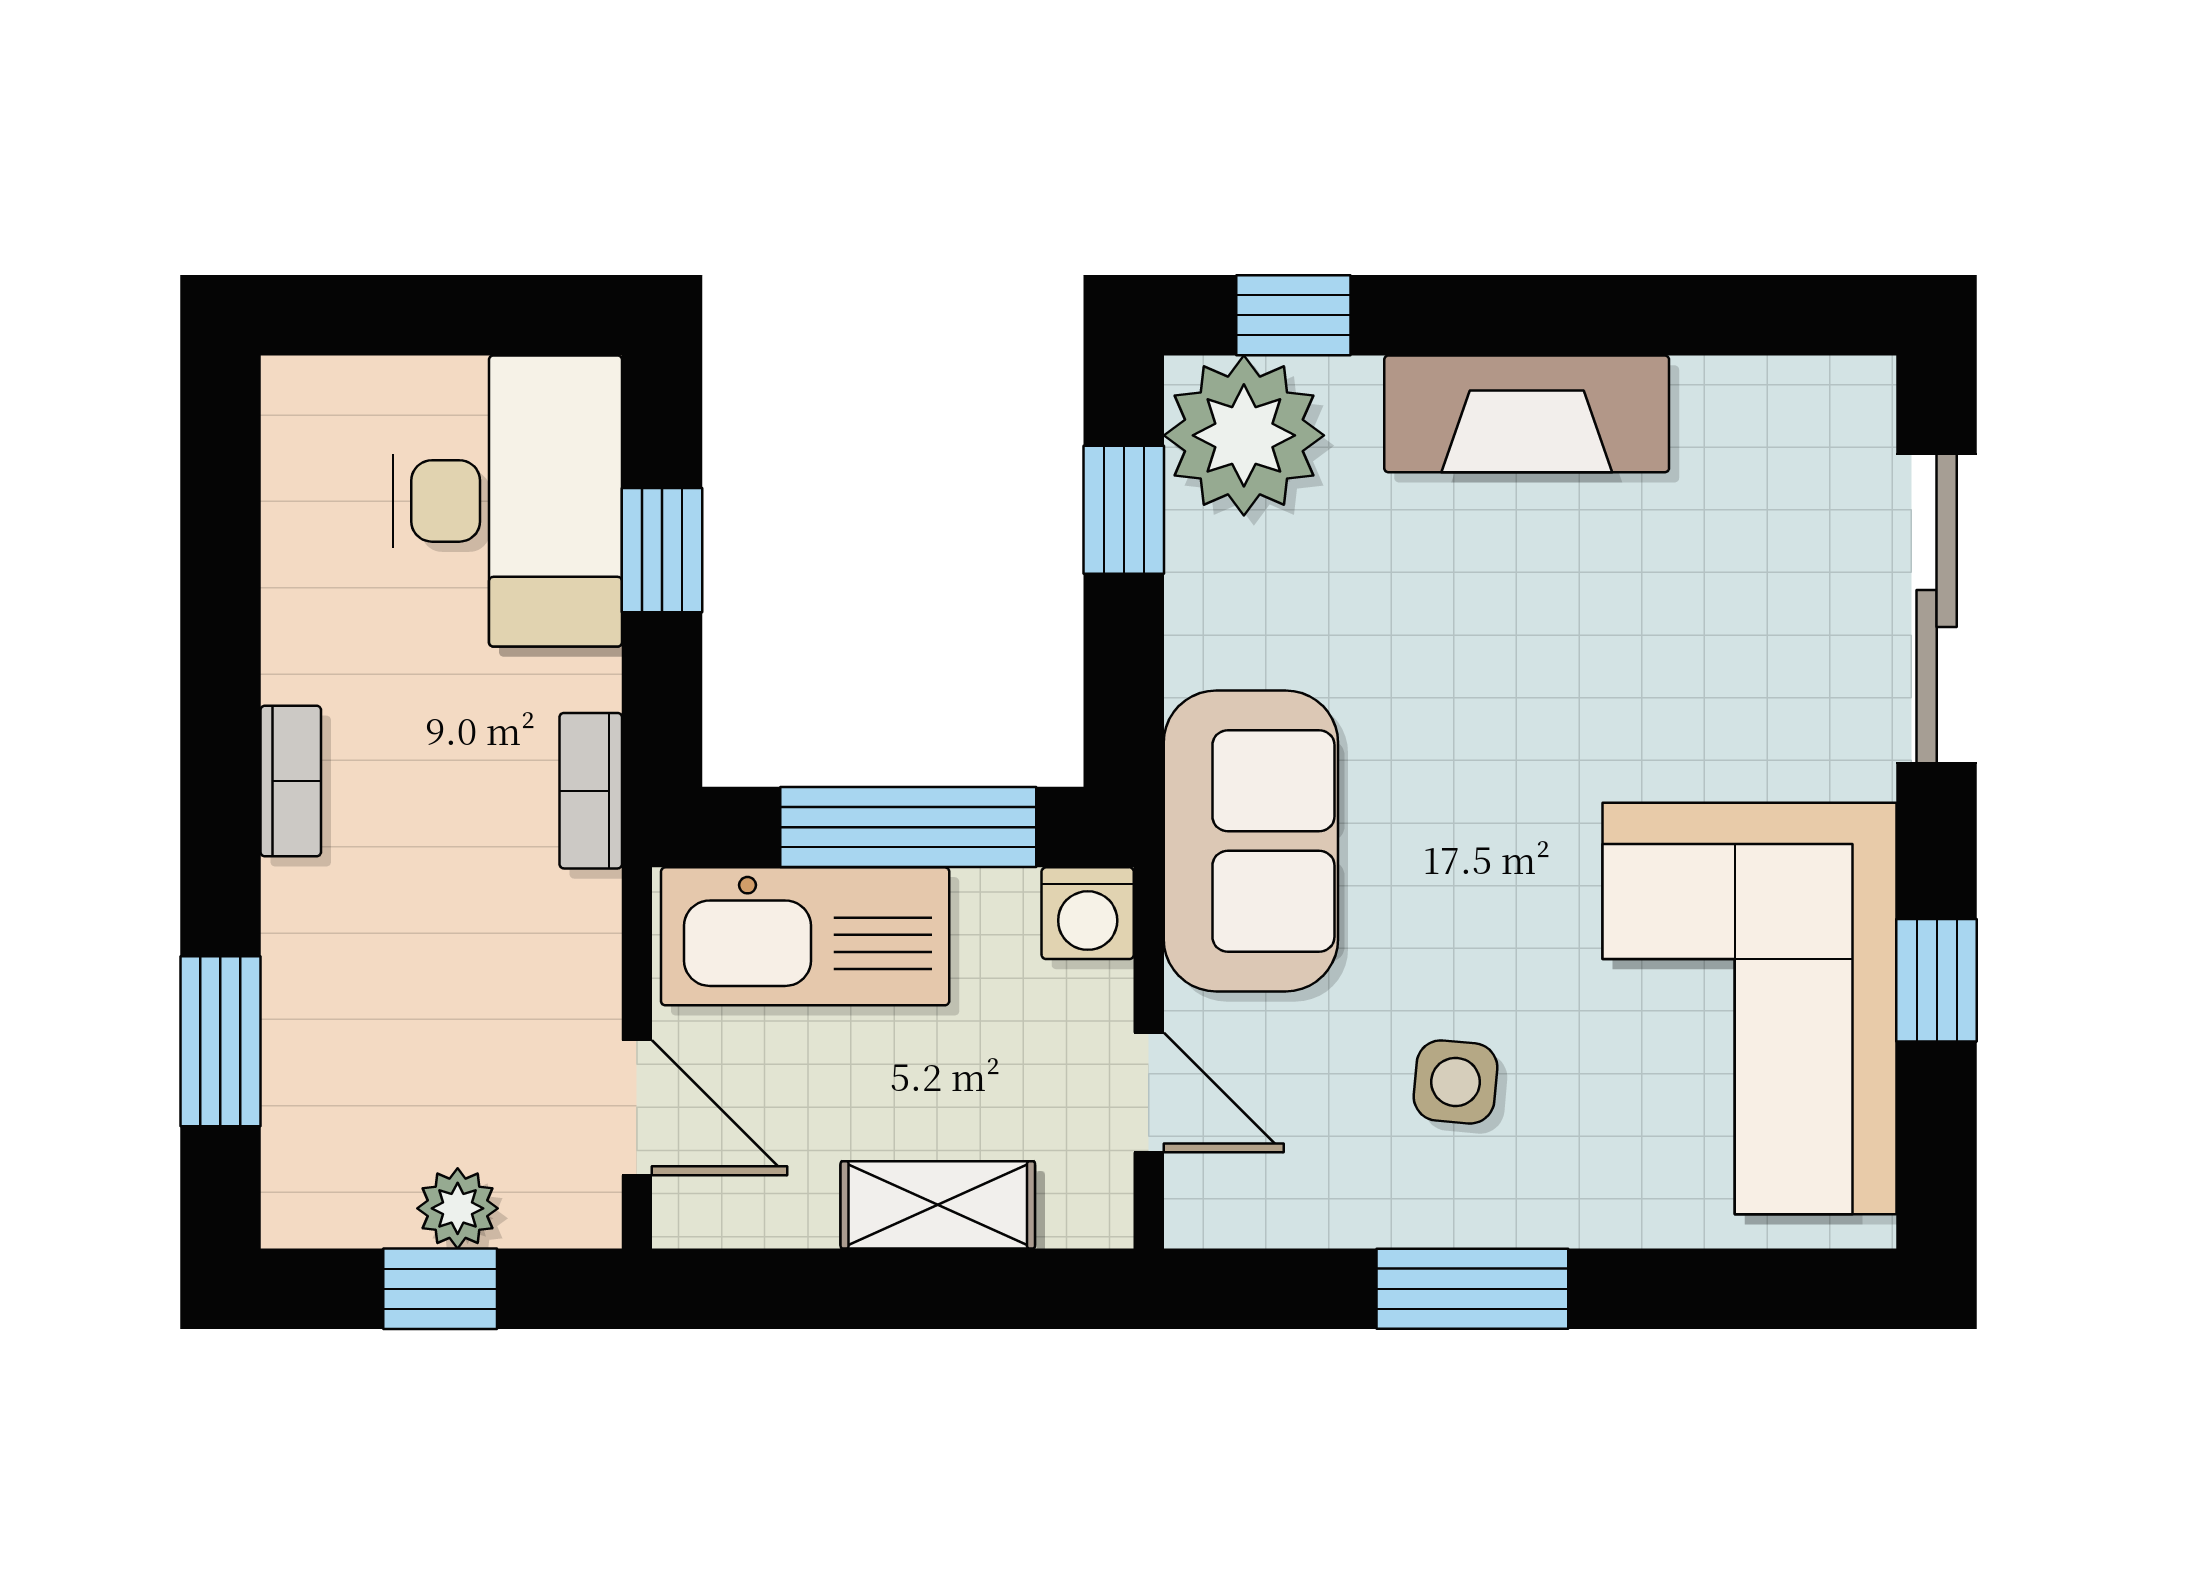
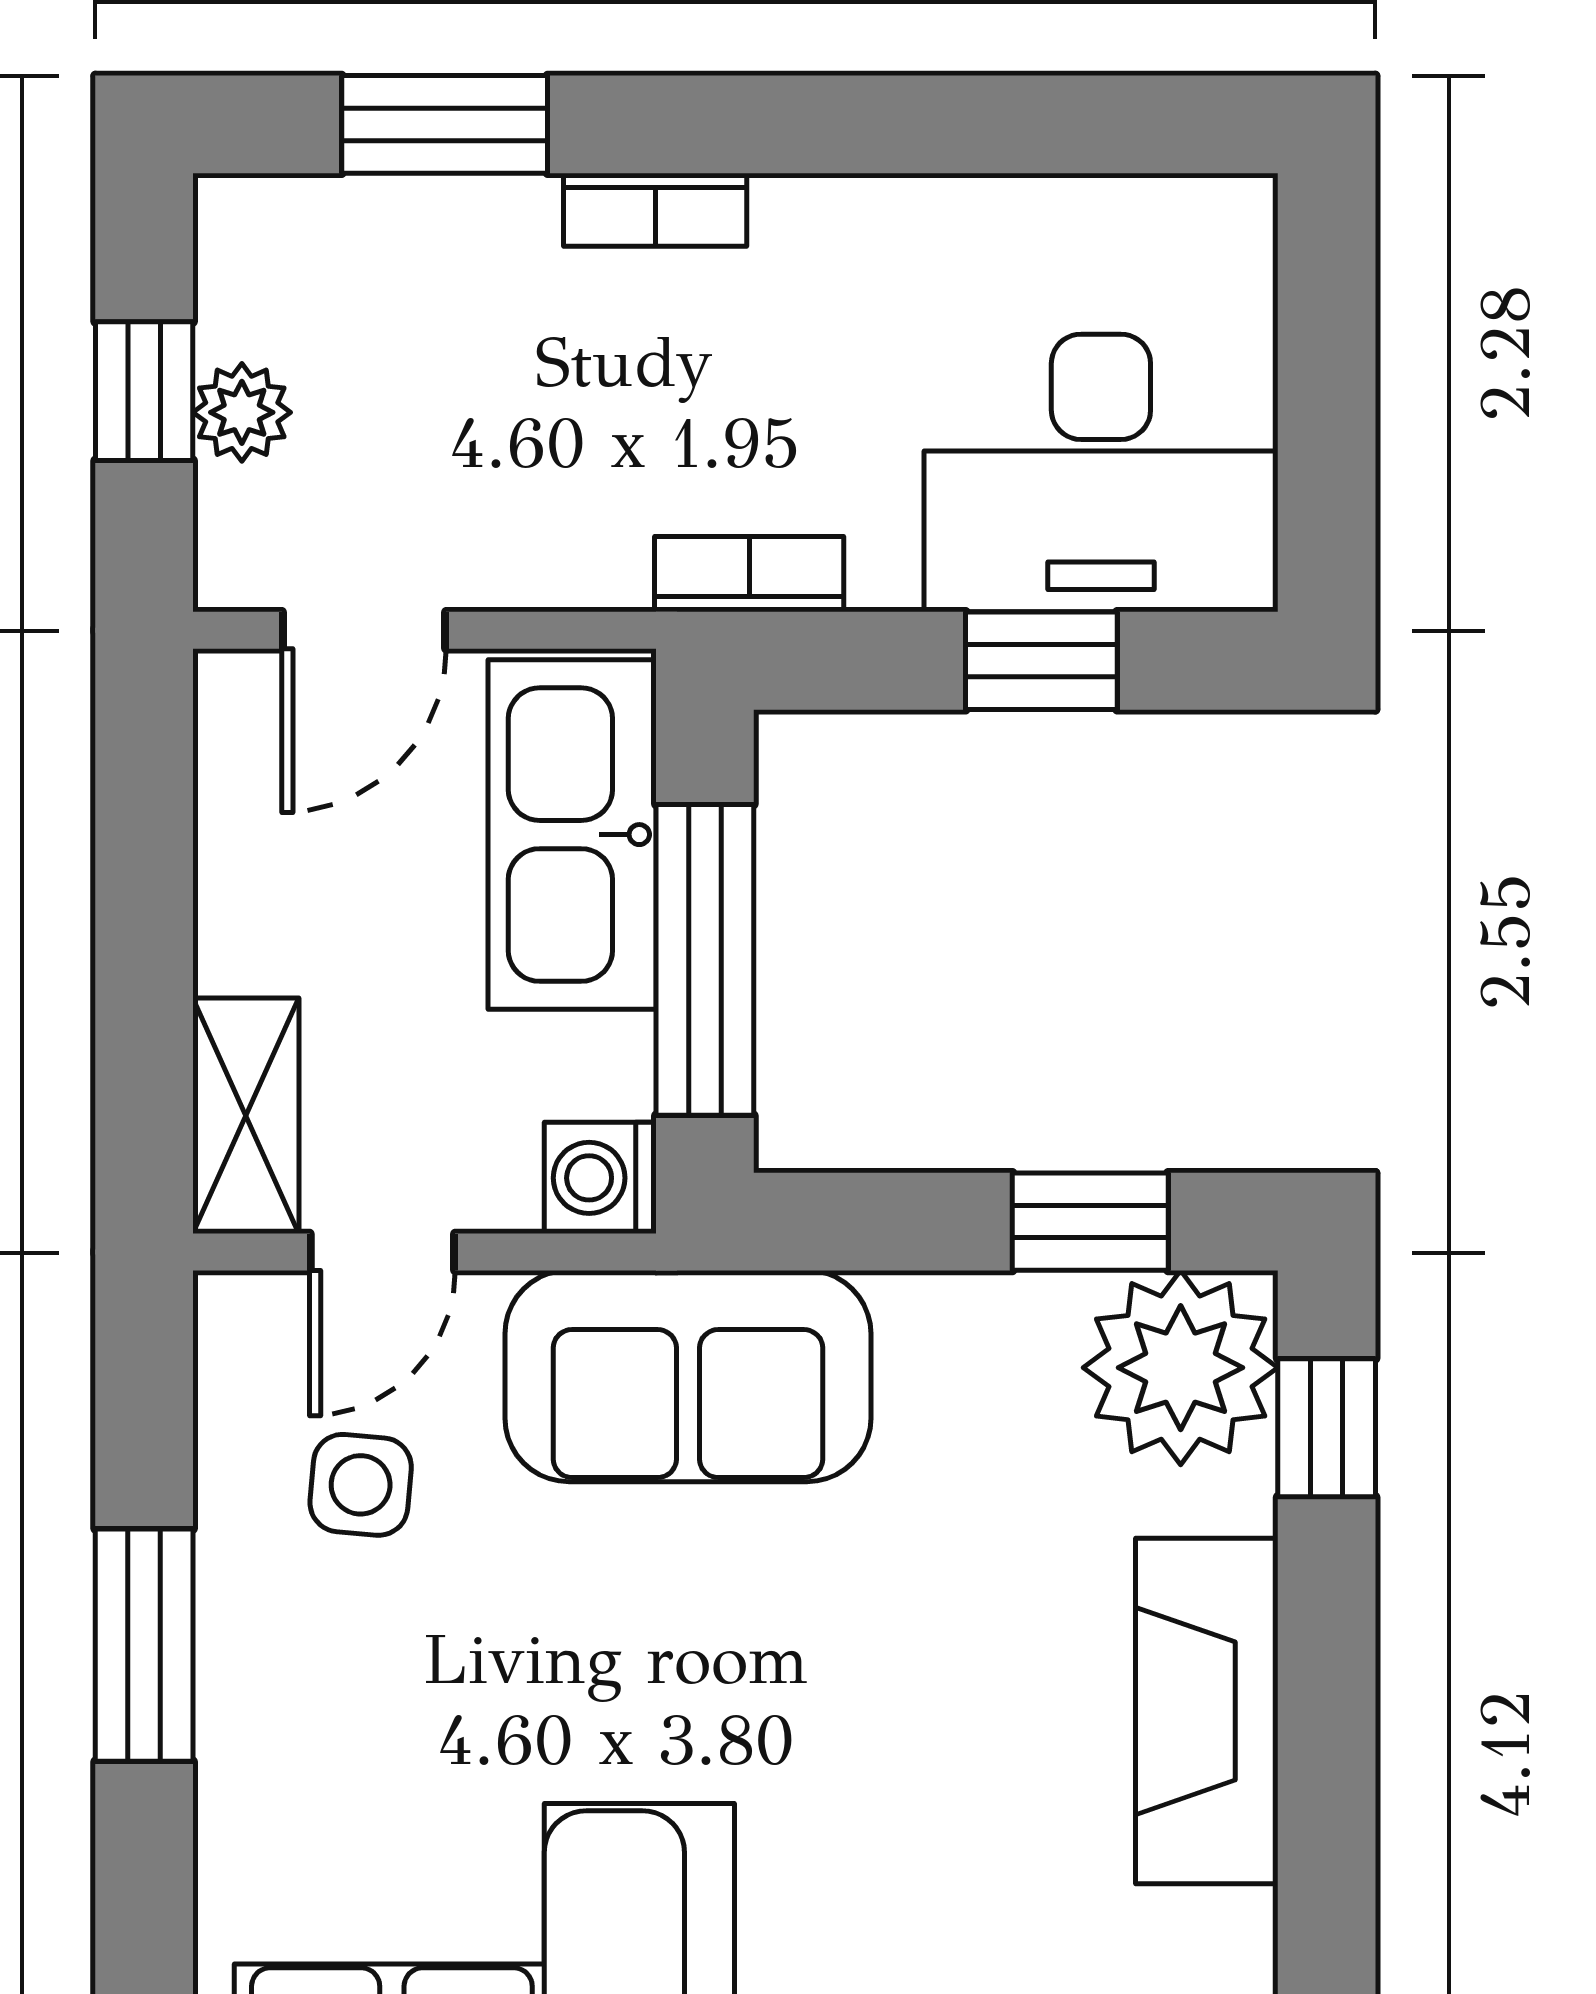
bookcase: (291, 781) -> (655, 210), moved
side table: (1455, 1082) -> (361, 1485), moved
shelving: (938, 1205) -> (246, 1116), moved

